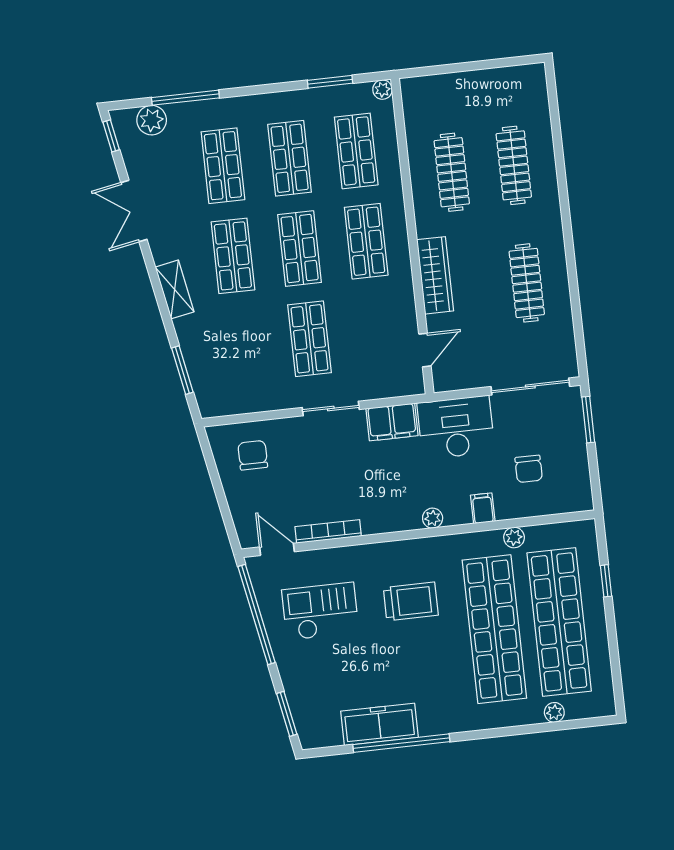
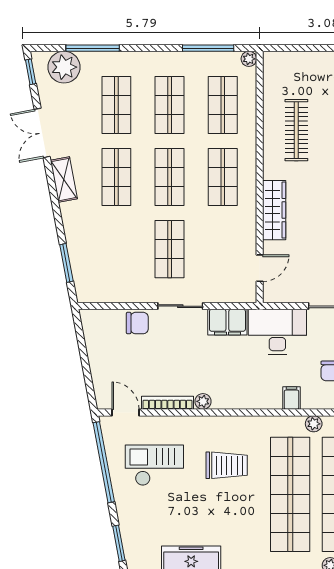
window: (330, 82) -> (208, 48), width x1.44
plant: (152, 120) -> (64, 67), width x1.36, depth x1.36
shelving: (175, 289) -> (64, 180), moved
chair: (253, 455) -> (137, 323), moved, turned 90
plant: (433, 518) -> (203, 401), moved

